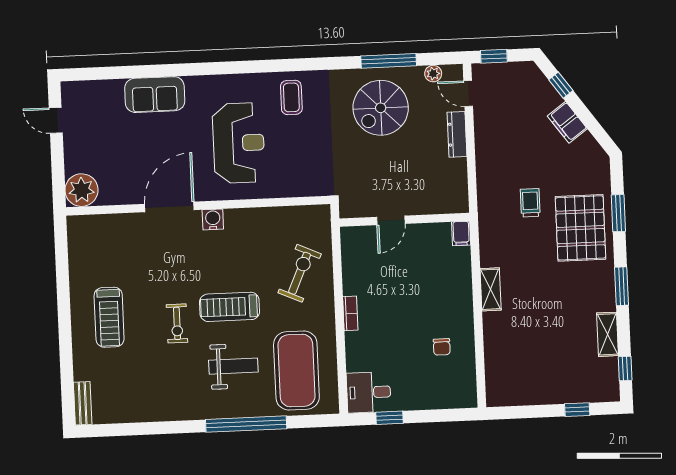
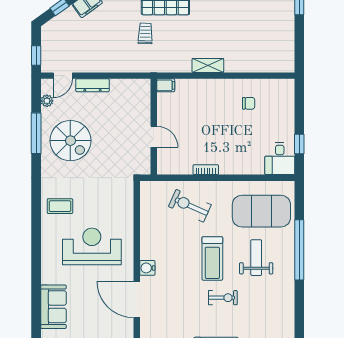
trolley: (530, 203) -> (145, 33), turned 92
bookcase: (350, 313) -> (206, 170), moved

